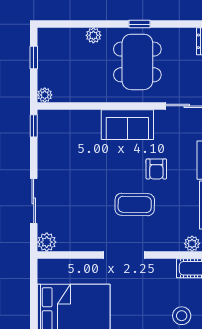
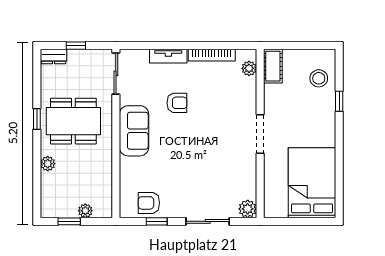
plant: (45, 95) -> (85, 211), moved
window: (34, 126) -> (157, 221), moved
armchair: (53, 140) -> (149, 203), added
coffee table: (135, 204) -> (211, 124), removed

